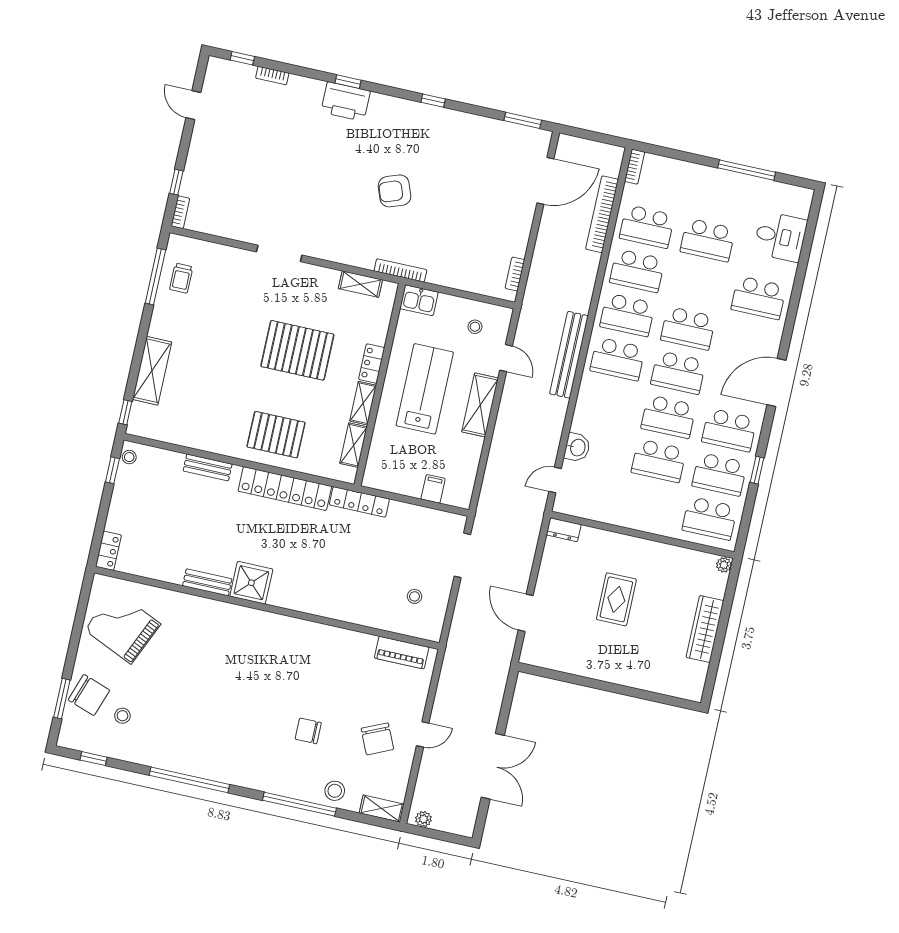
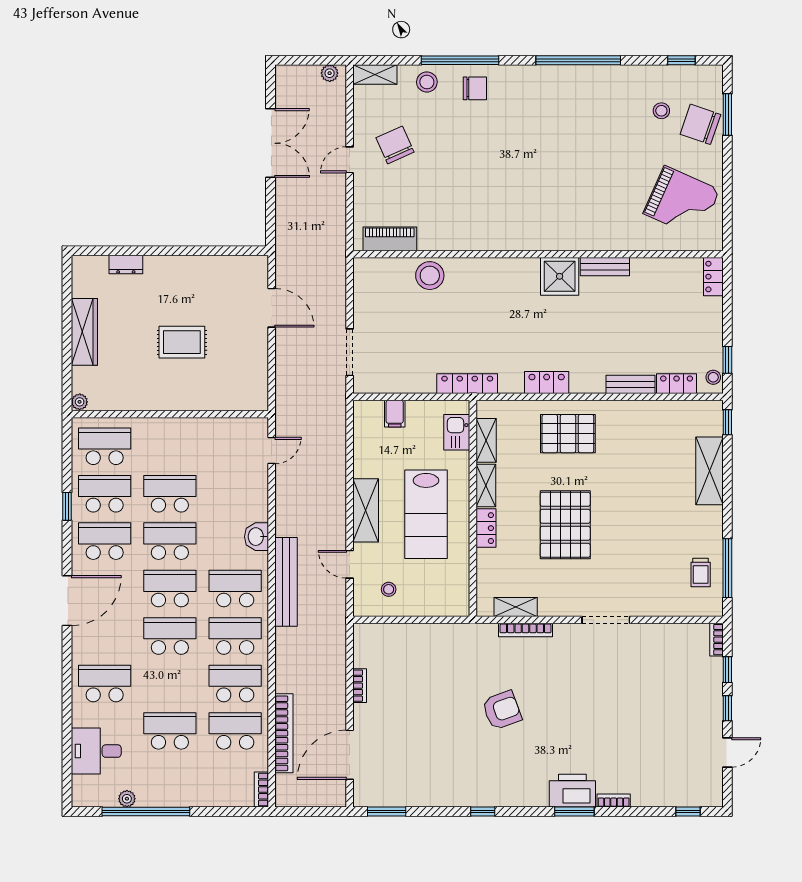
bookcase: (272, 76) -> (614, 801), moved
window: (348, 82) -> (574, 811), width x1.50
door: (193, 105) -> (727, 752), hinge flipped
window: (184, 146) -> (727, 708), added
window: (747, 170) -> (146, 811), width x1.46
plant: (762, 186) -> (127, 799), added
bookcase: (400, 270) -> (526, 630), moved
bookcase: (515, 274) -> (360, 686), moved
trolley: (181, 278) -> (701, 572), turned 180
kitchen sink: (419, 300) -> (457, 432), moved, turned -90
pallet: (297, 350) -> (565, 525), turned 90
washbasin: (577, 447) -> (256, 537), moved
locker: (165, 459) -> (677, 384), added
locker: (285, 489) -> (547, 383), width x0.46, depth x0.83
dresser: (564, 530) -> (126, 265), moved, turned 180
stool: (415, 596) -> (430, 276), moved, width x1.89, depth x1.89
rug: (616, 599) -> (182, 342), turned 90
chair: (308, 731) -> (475, 88), moved
double door: (493, 766) -> (271, 143), swing flipped

